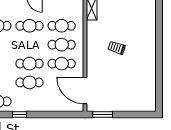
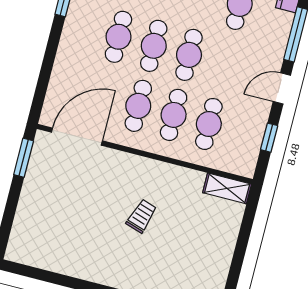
cafe table: (29, 26) -> (189, 55), moved

